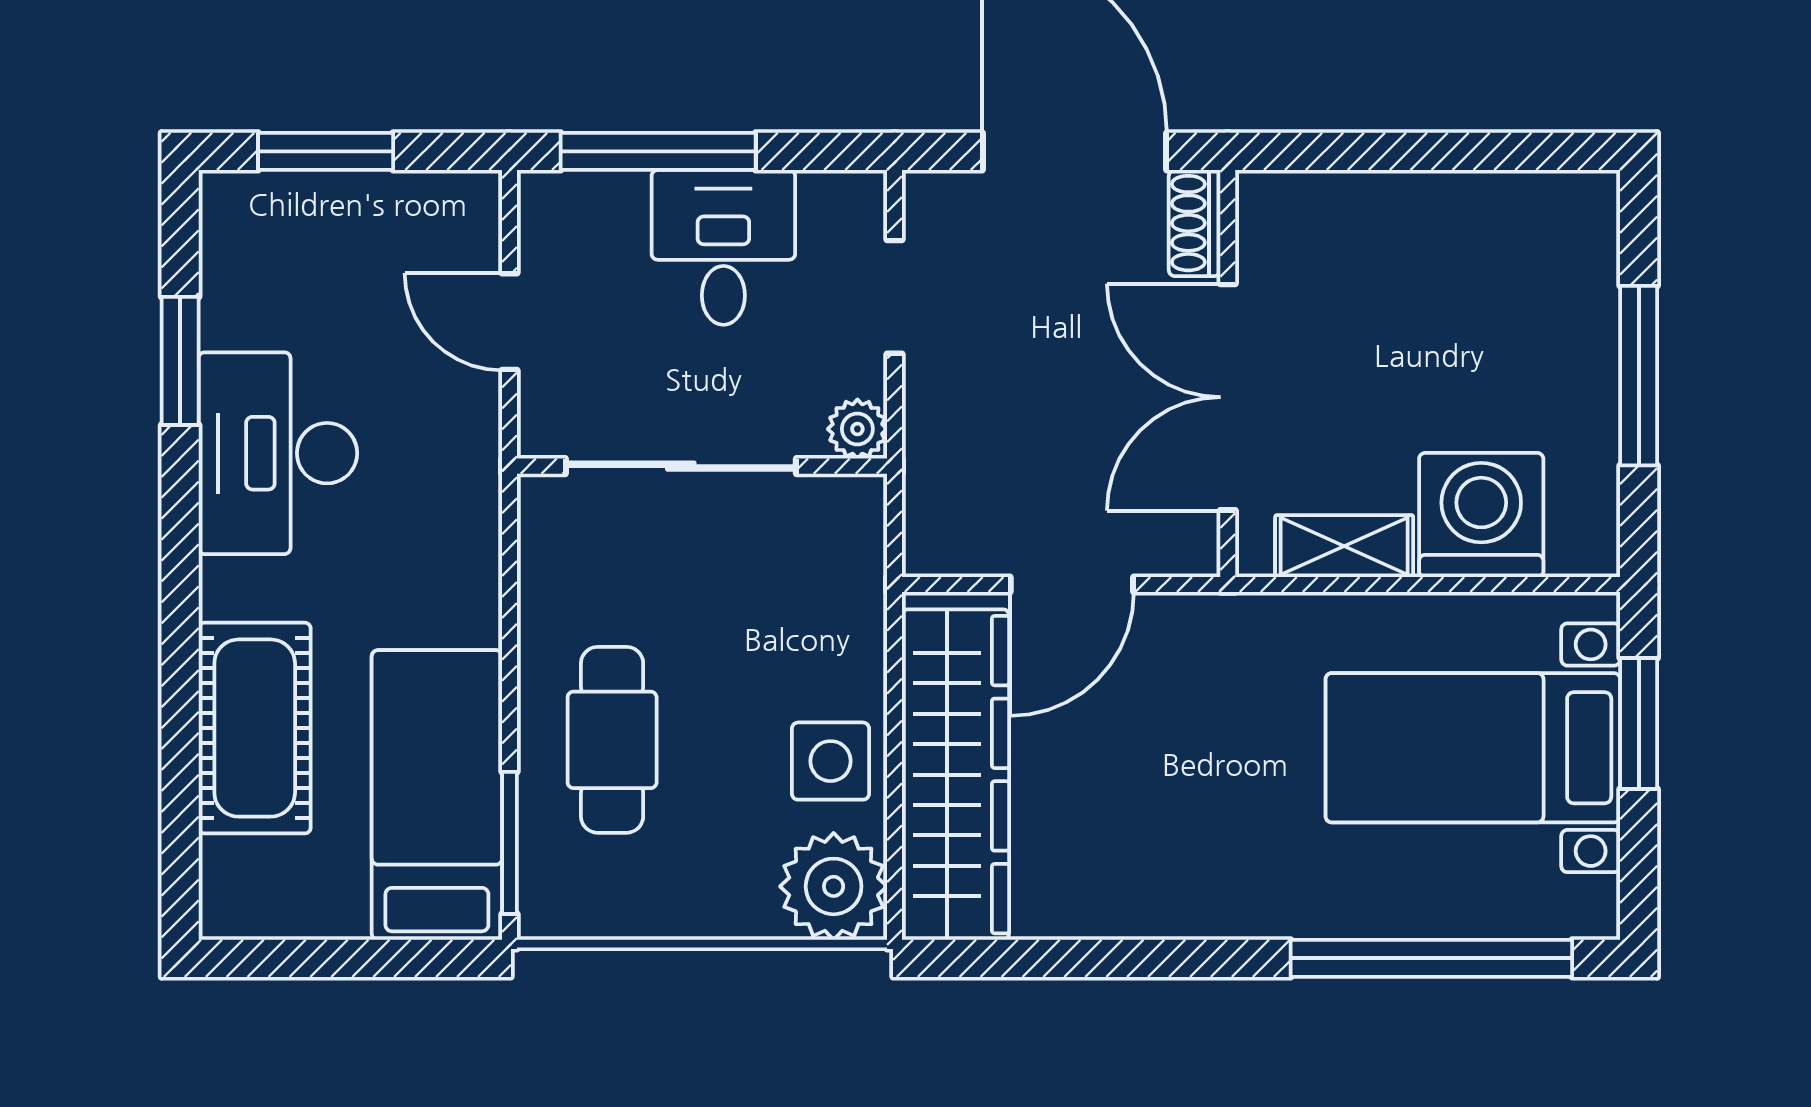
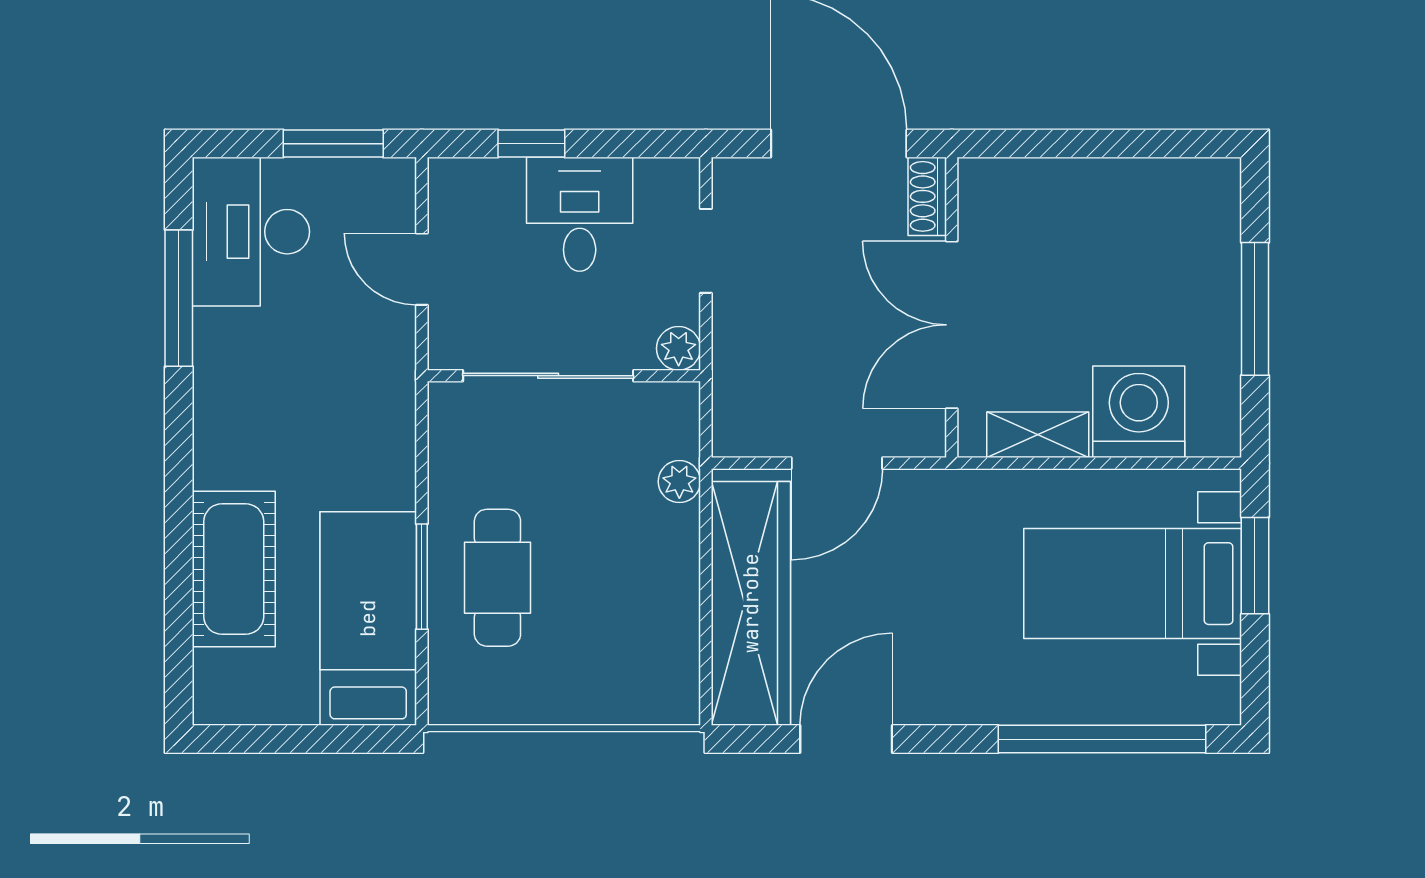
window: (326, 151) -> (333, 144), moved
window: (658, 151) -> (531, 144), width x0.46
window: (180, 361) -> (179, 298), width x1.44
desk: (278, 453) -> (251, 232), moved
side table: (831, 761) -> (659, 593), removed
window: (510, 843) -> (422, 577), moved
plant: (834, 886) -> (679, 482), moved, width x0.53, depth x0.53
door: (1085, 958) -> (846, 739), added

